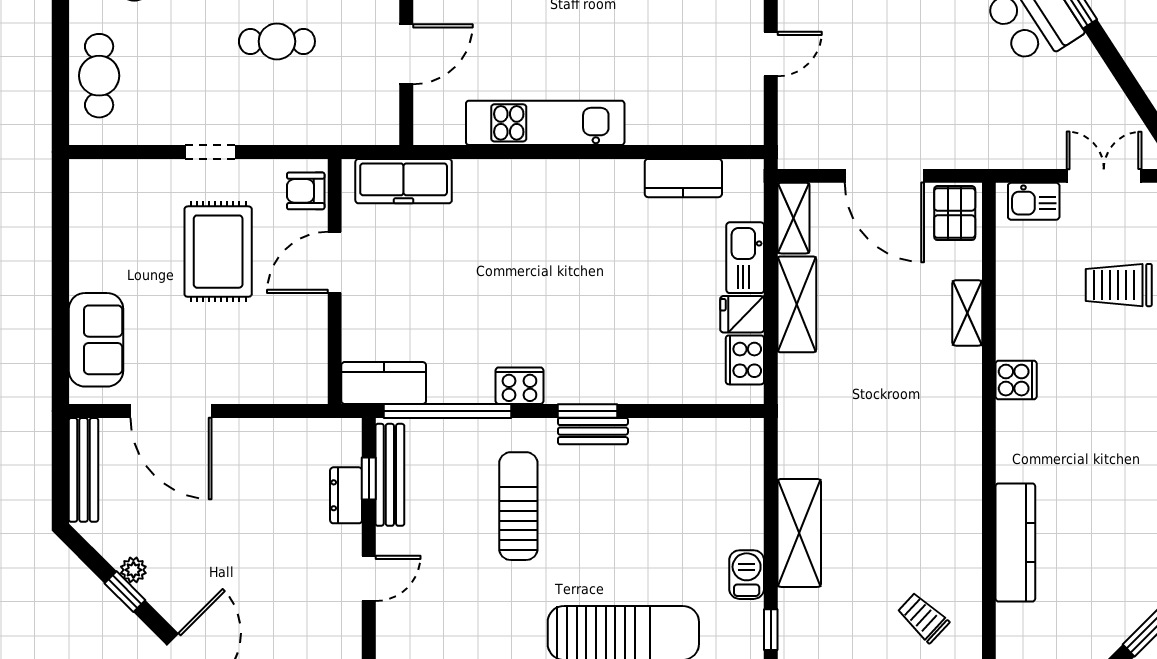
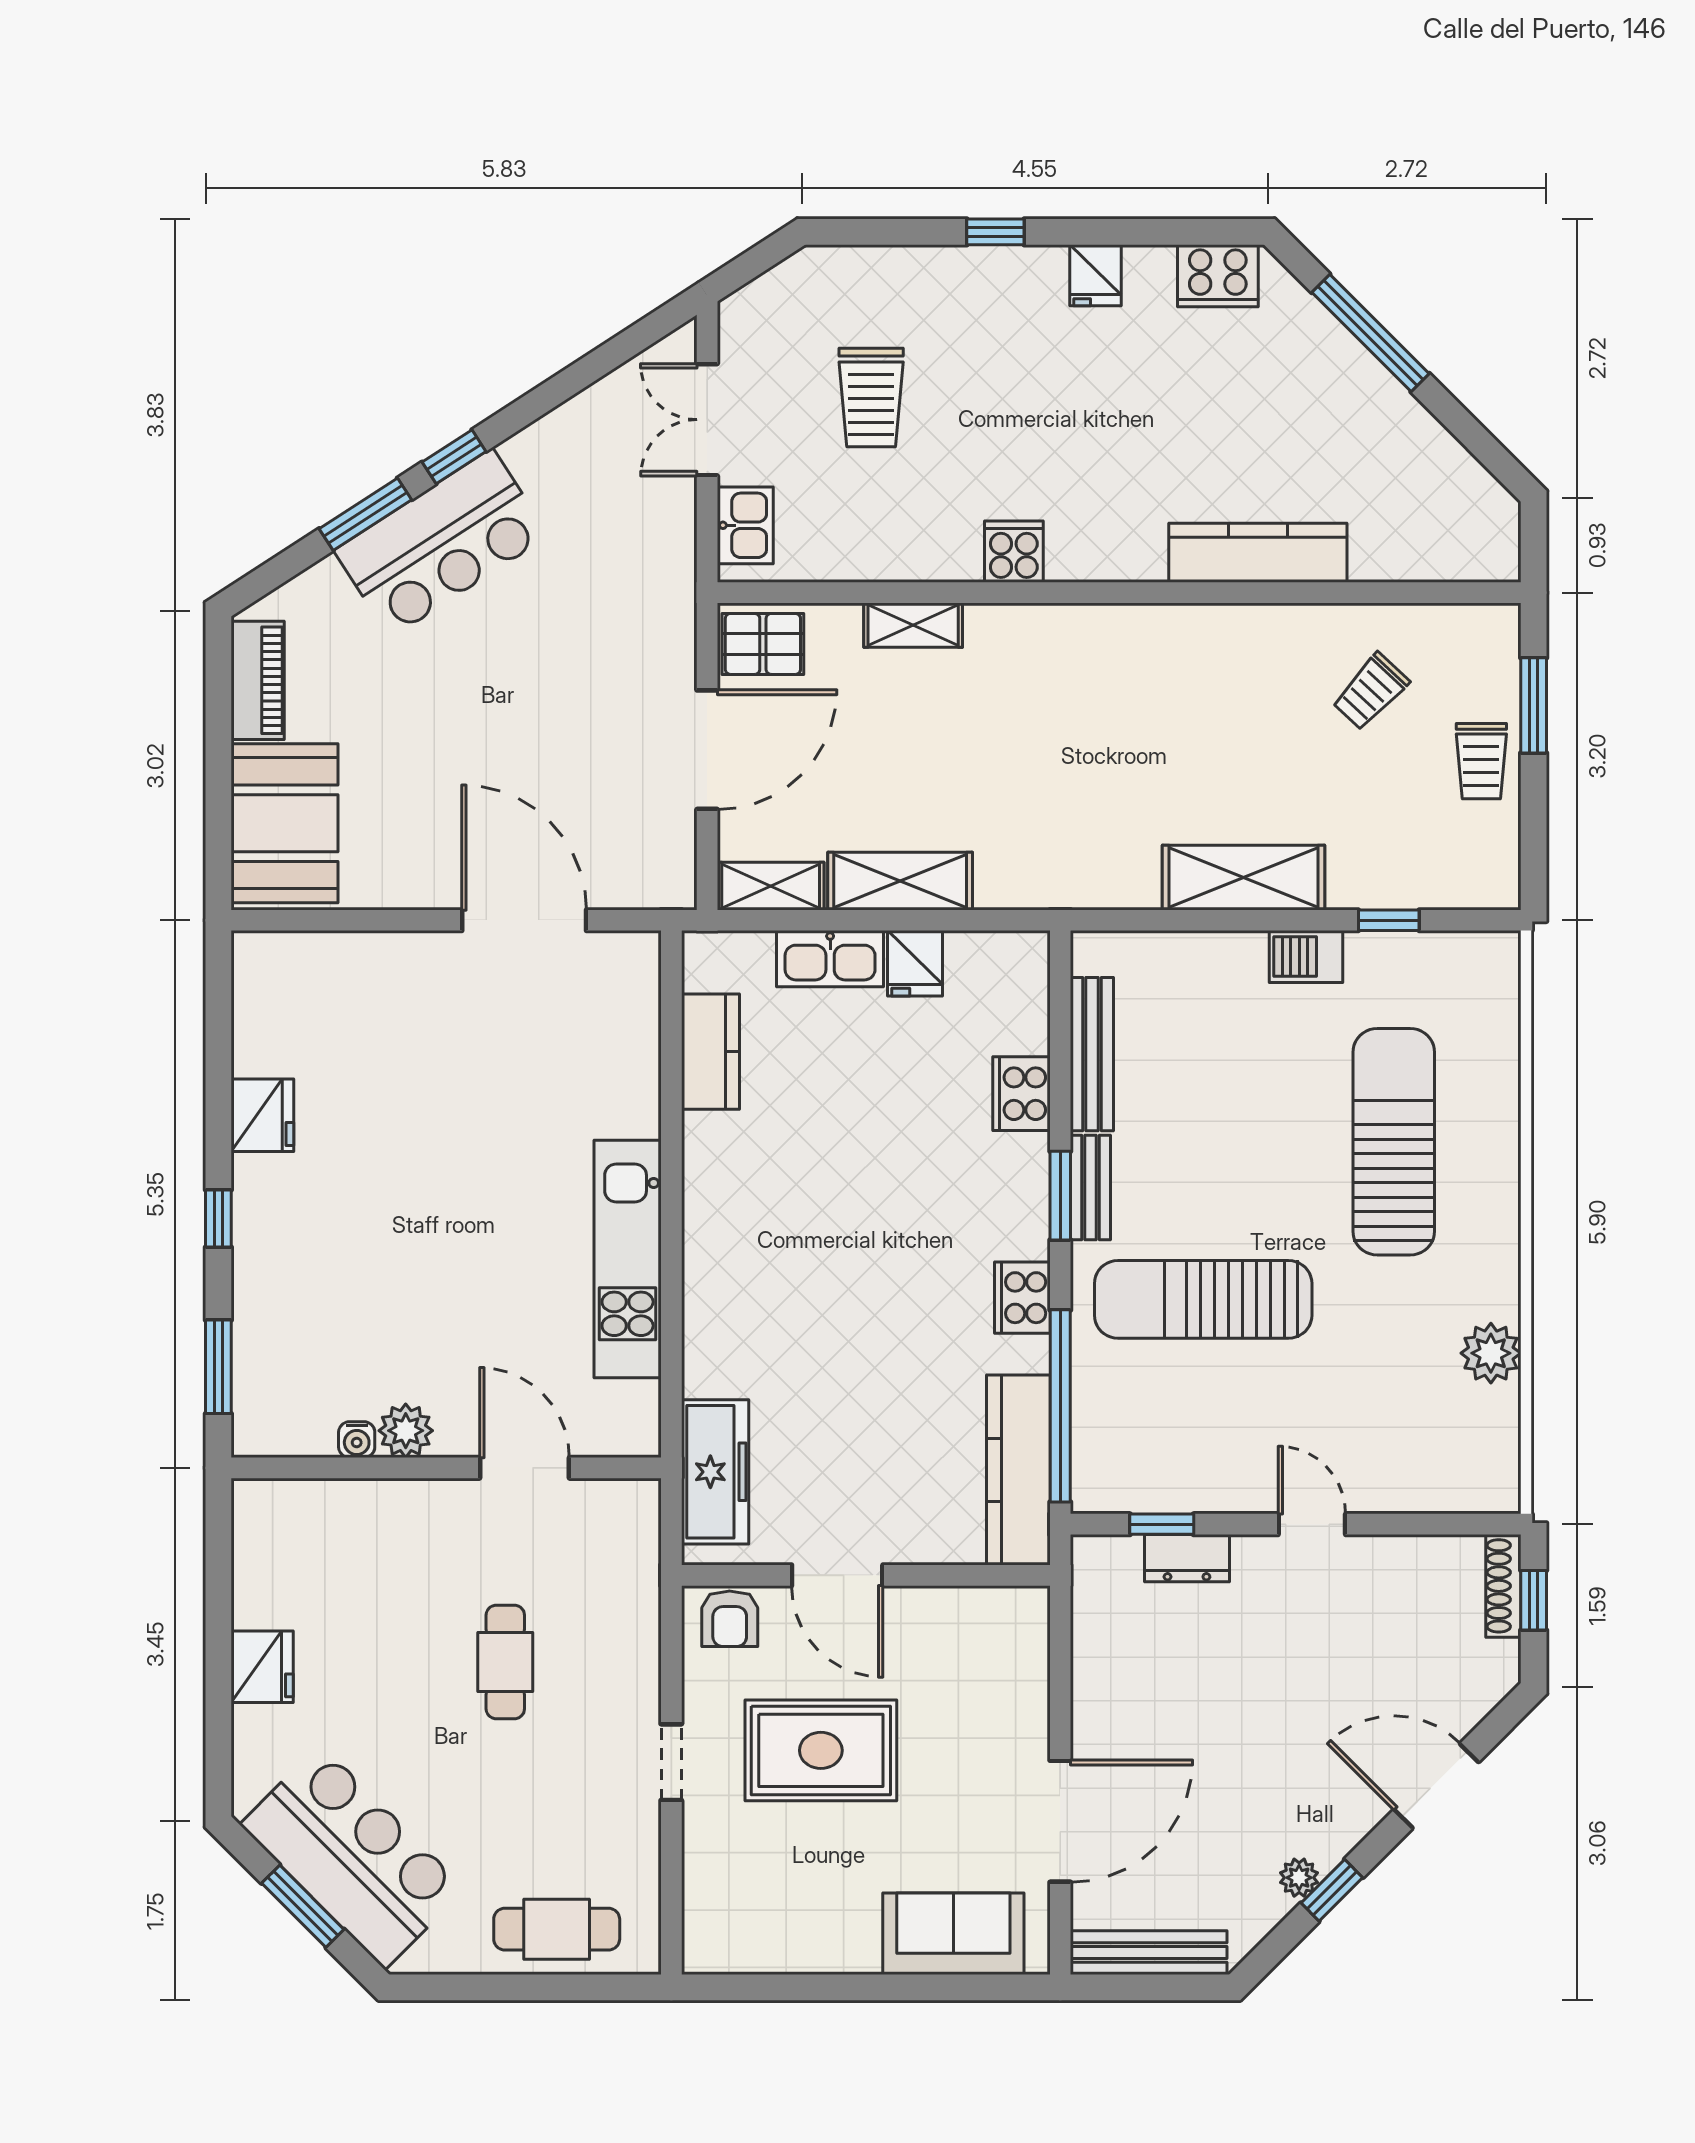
door: (771, 54) -> (524, 920), width x1.87
cooker: (745, 360) -> (1021, 1094), moved, turned 90
kitchen counter: (384, 383) -> (1018, 1470), width x1.50
bench: (390, 475) -> (1092, 1054), moved, turned 90
sun lounger: (518, 506) -> (1203, 1299), width x1.36, depth x1.34

